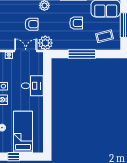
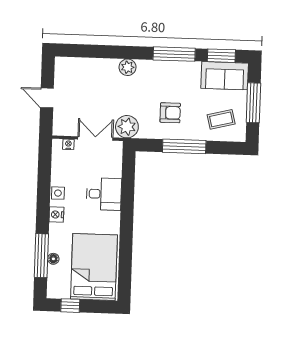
armchair: (76, 23) -> (170, 113), moved
armchair: (32, 24) -> (106, 96), removed
bed: (23, 132) -> (94, 267), width x1.50

